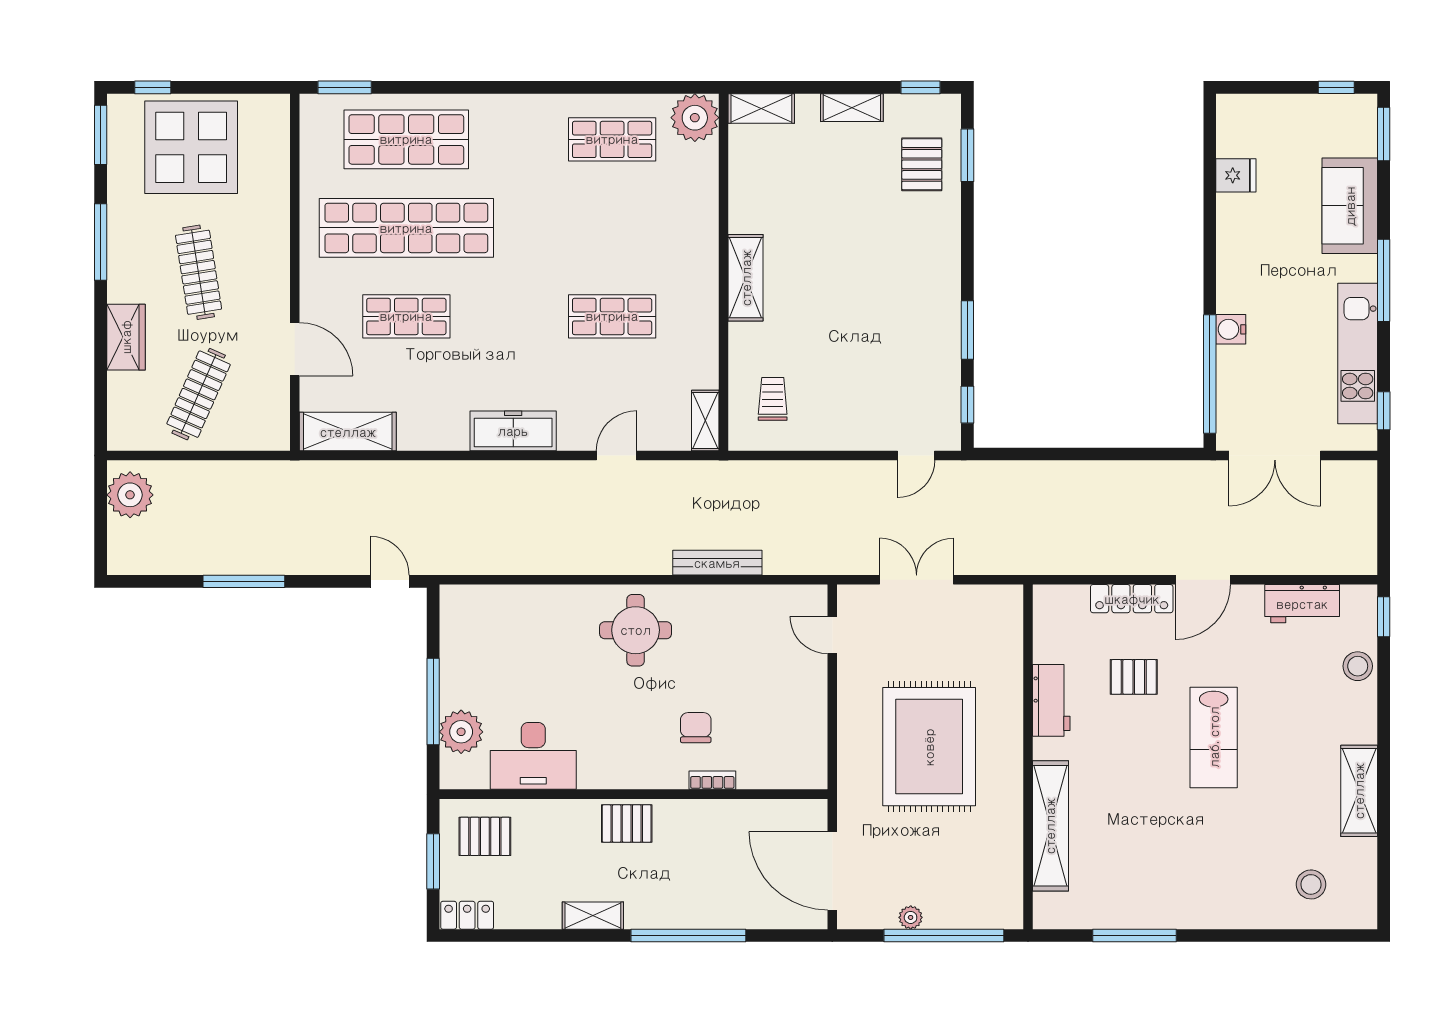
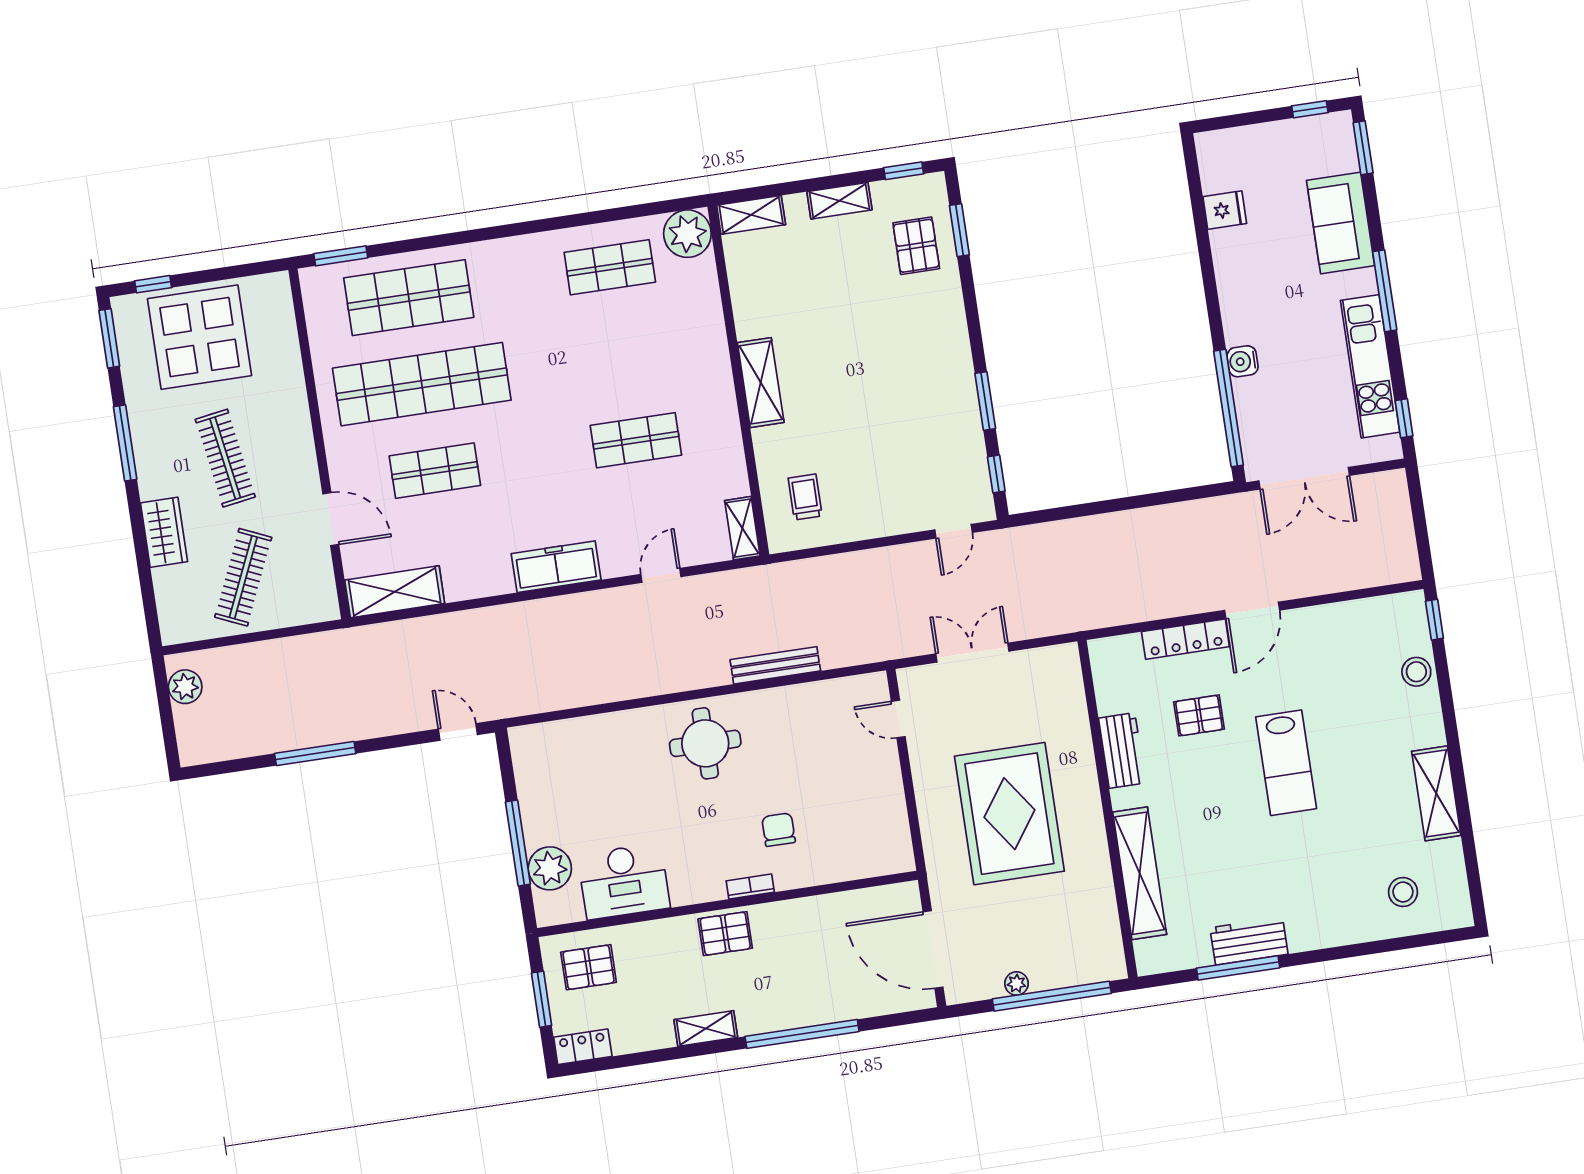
plant: (130, 495) -> (185, 687), width x0.73, depth x0.73
workbench: (1302, 604) -> (1249, 941), moved, turned 180
bookcase: (712, 780) -> (750, 886), moved

